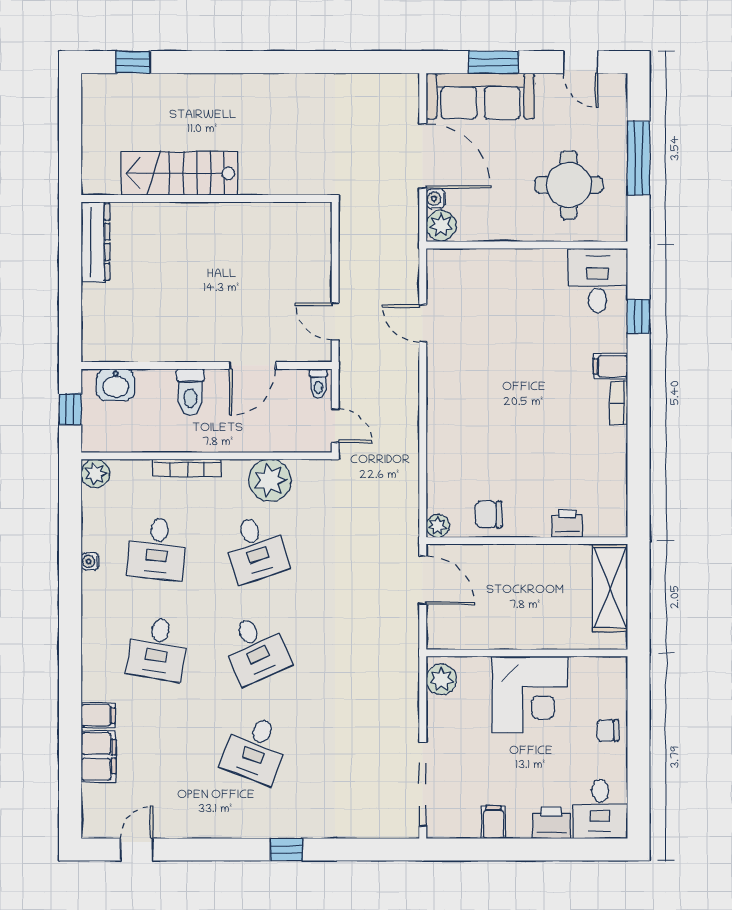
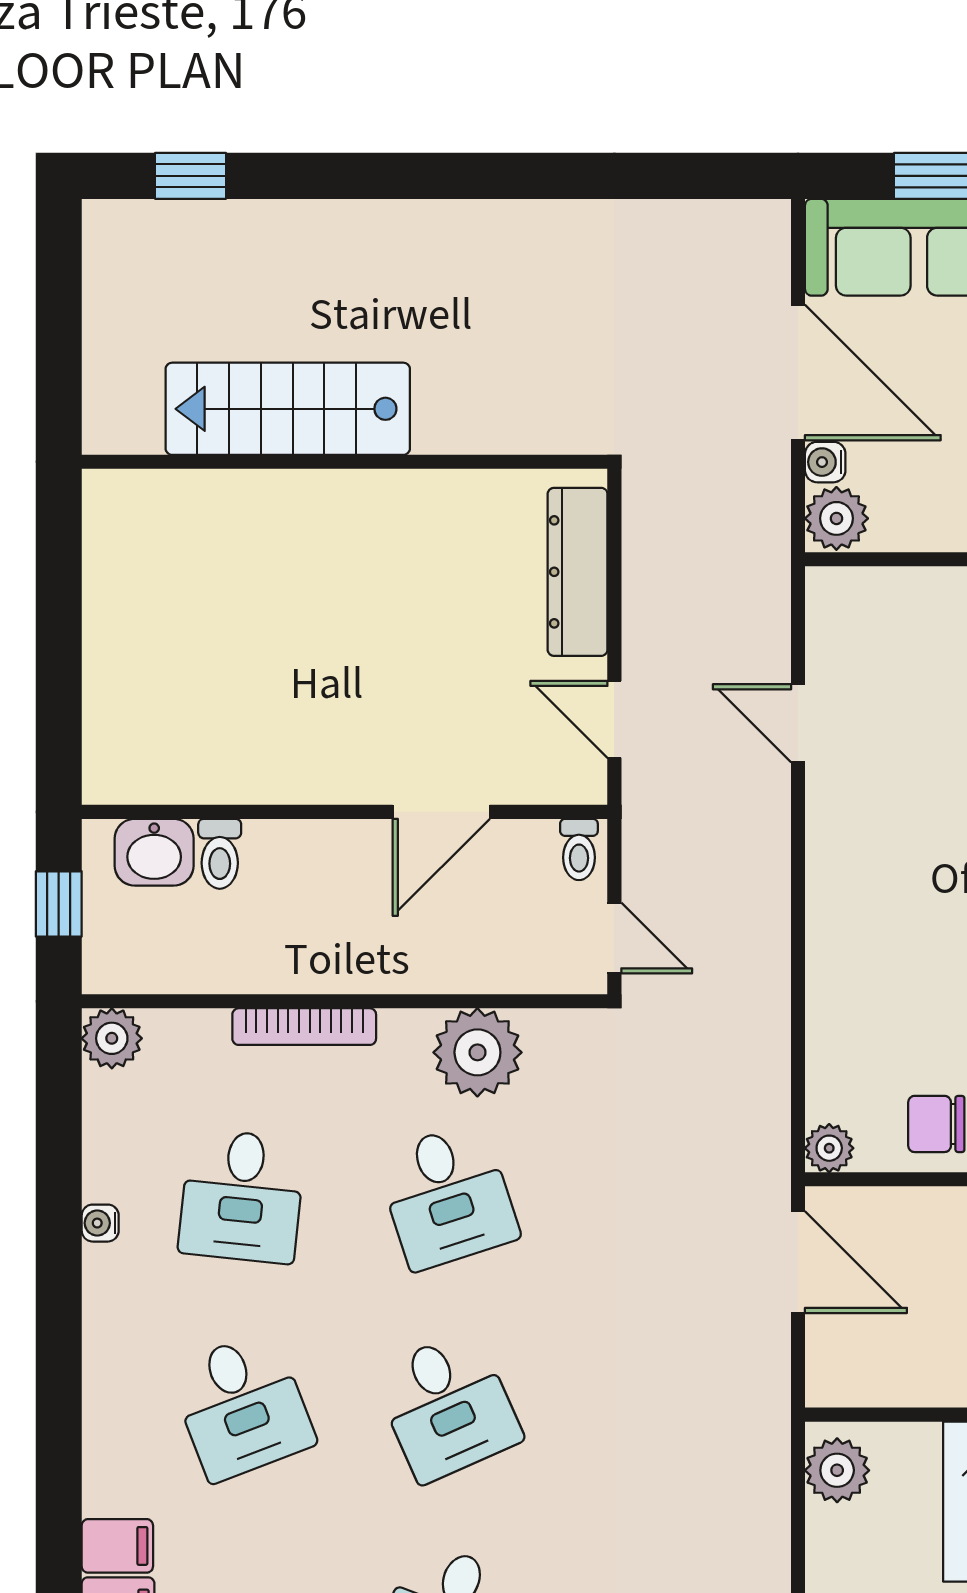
dresser: (95, 242) -> (578, 572), moved, turned 180
toilet: (190, 392) -> (220, 854), moved, width x0.73, depth x0.72
desk: (157, 649) -> (242, 1406), turned -30

